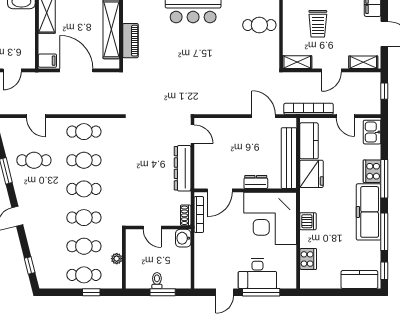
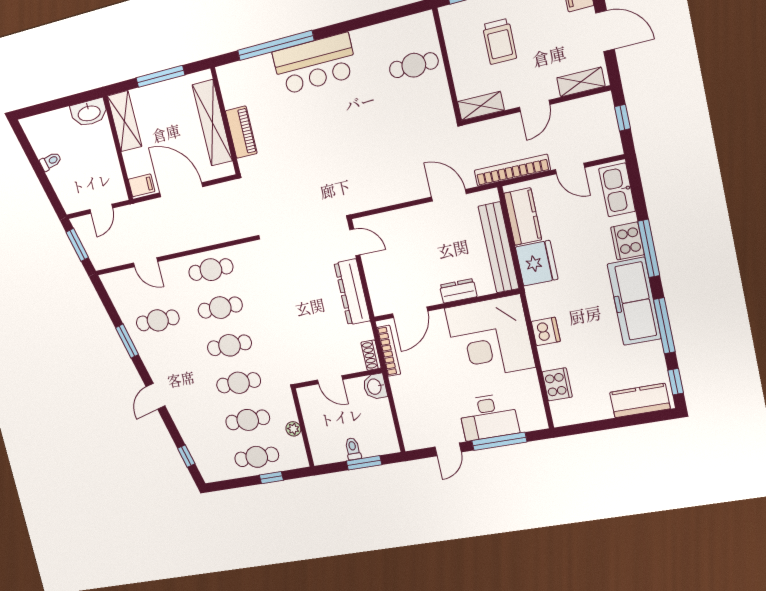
kitchen sink: (372, 132) -> (617, 190), width x1.38

